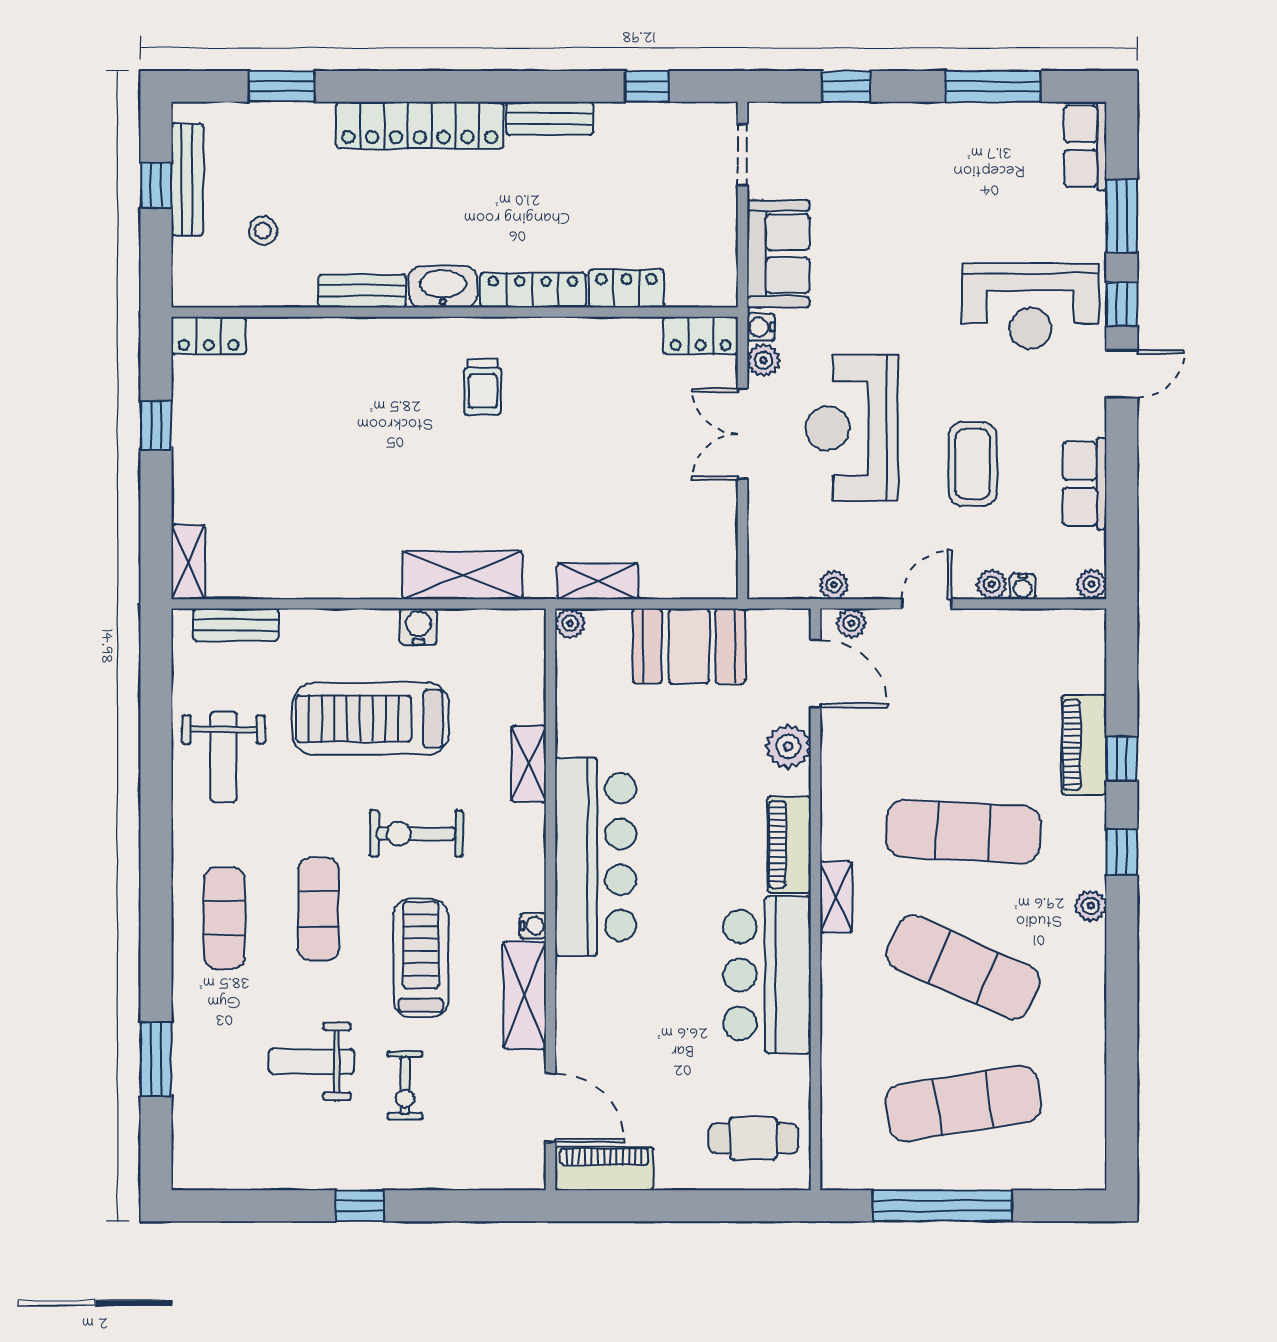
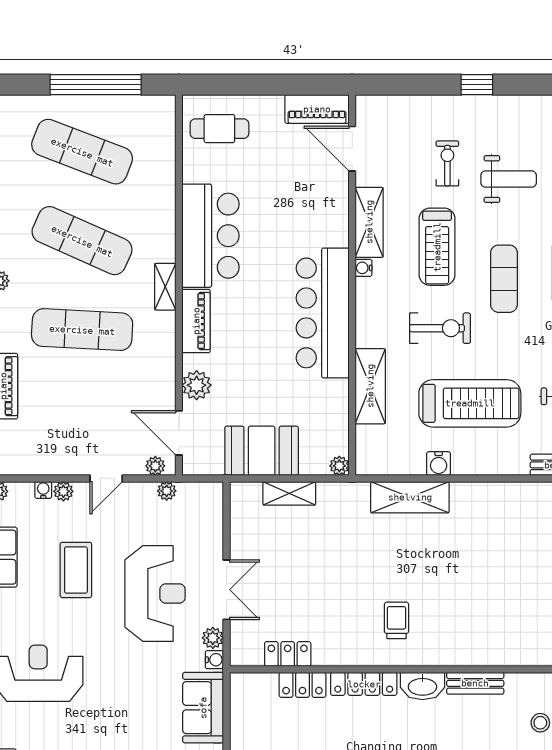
locker: (701, 336) -> (288, 654), moved
shelving: (598, 581) -> (289, 493), moved
shelving: (529, 764) -> (370, 386), width x1.50, depth x1.33
exercise mat: (963, 1103) -> (82, 152), turned 30

